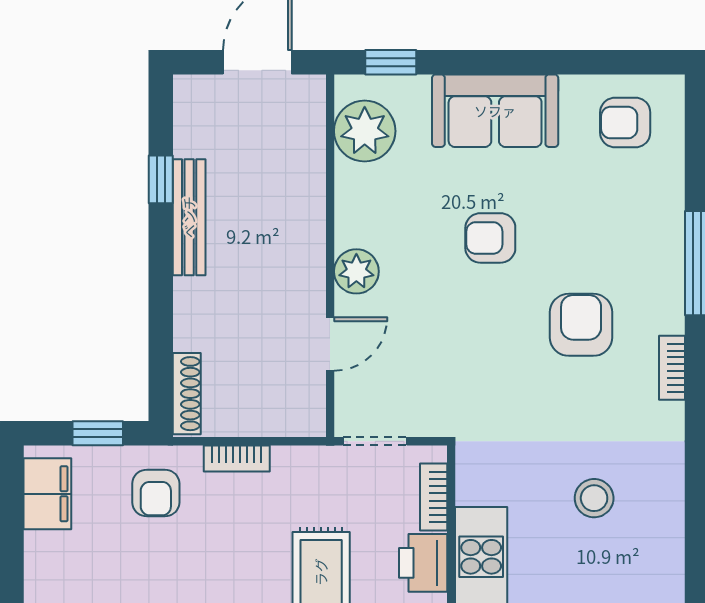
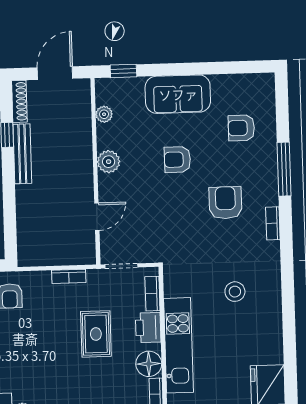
armchair: (625, 123) -> (241, 128), moved
plant: (365, 131) -> (104, 114), width x0.53, depth x0.53
plant: (356, 271) -> (109, 162), moved
shoe rack: (187, 394) -> (19, 101), moved
bookcase: (237, 458) -> (69, 276), moved

